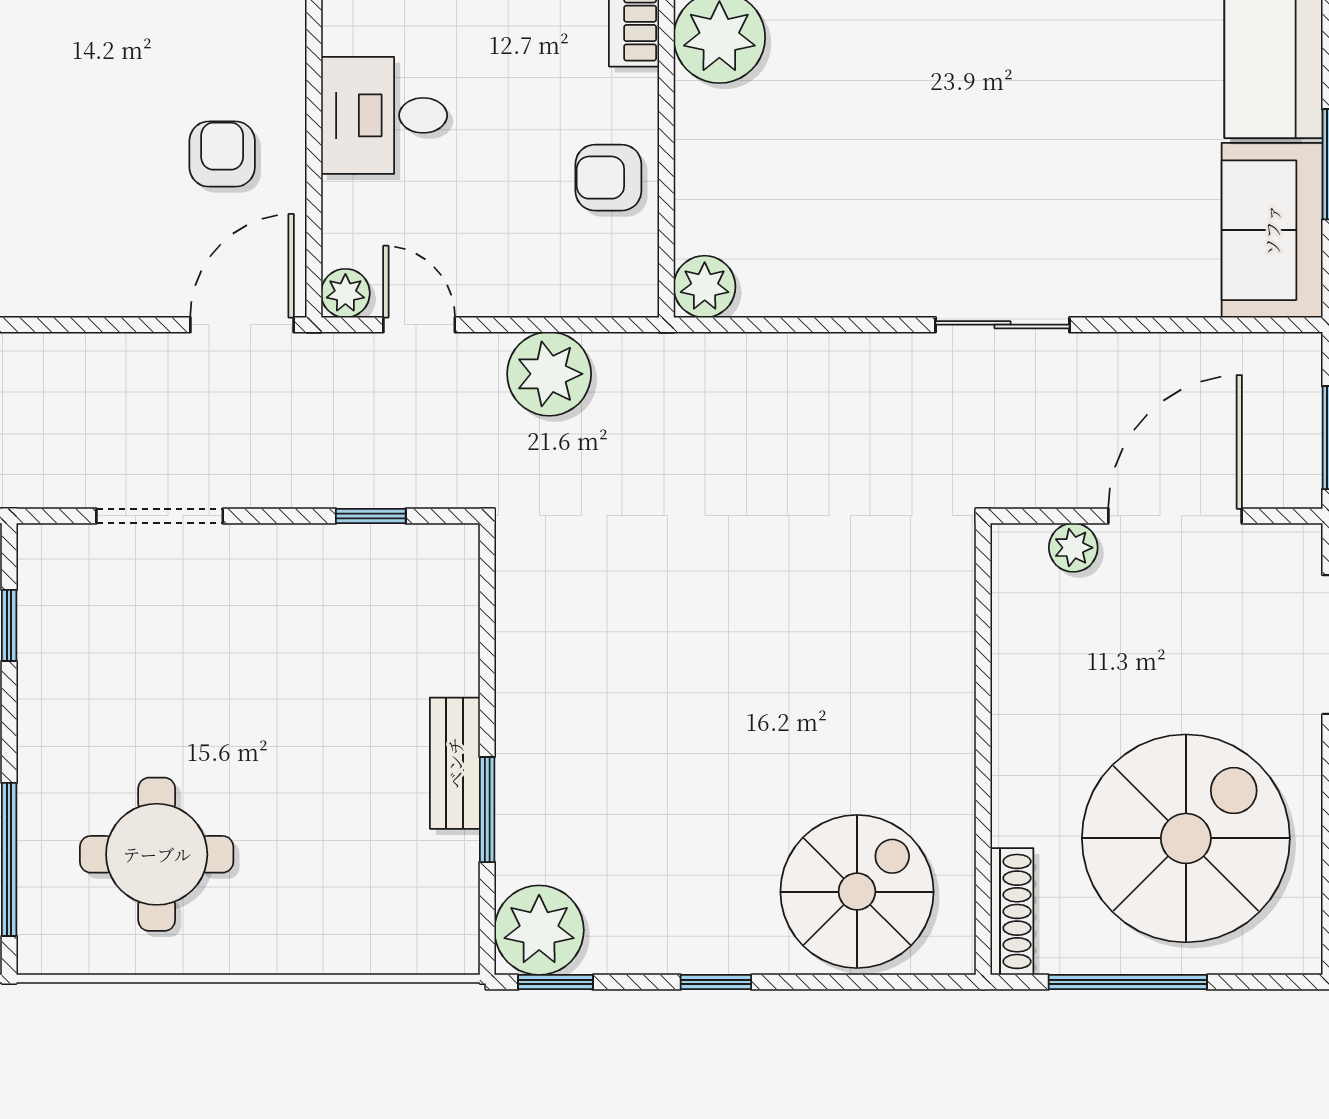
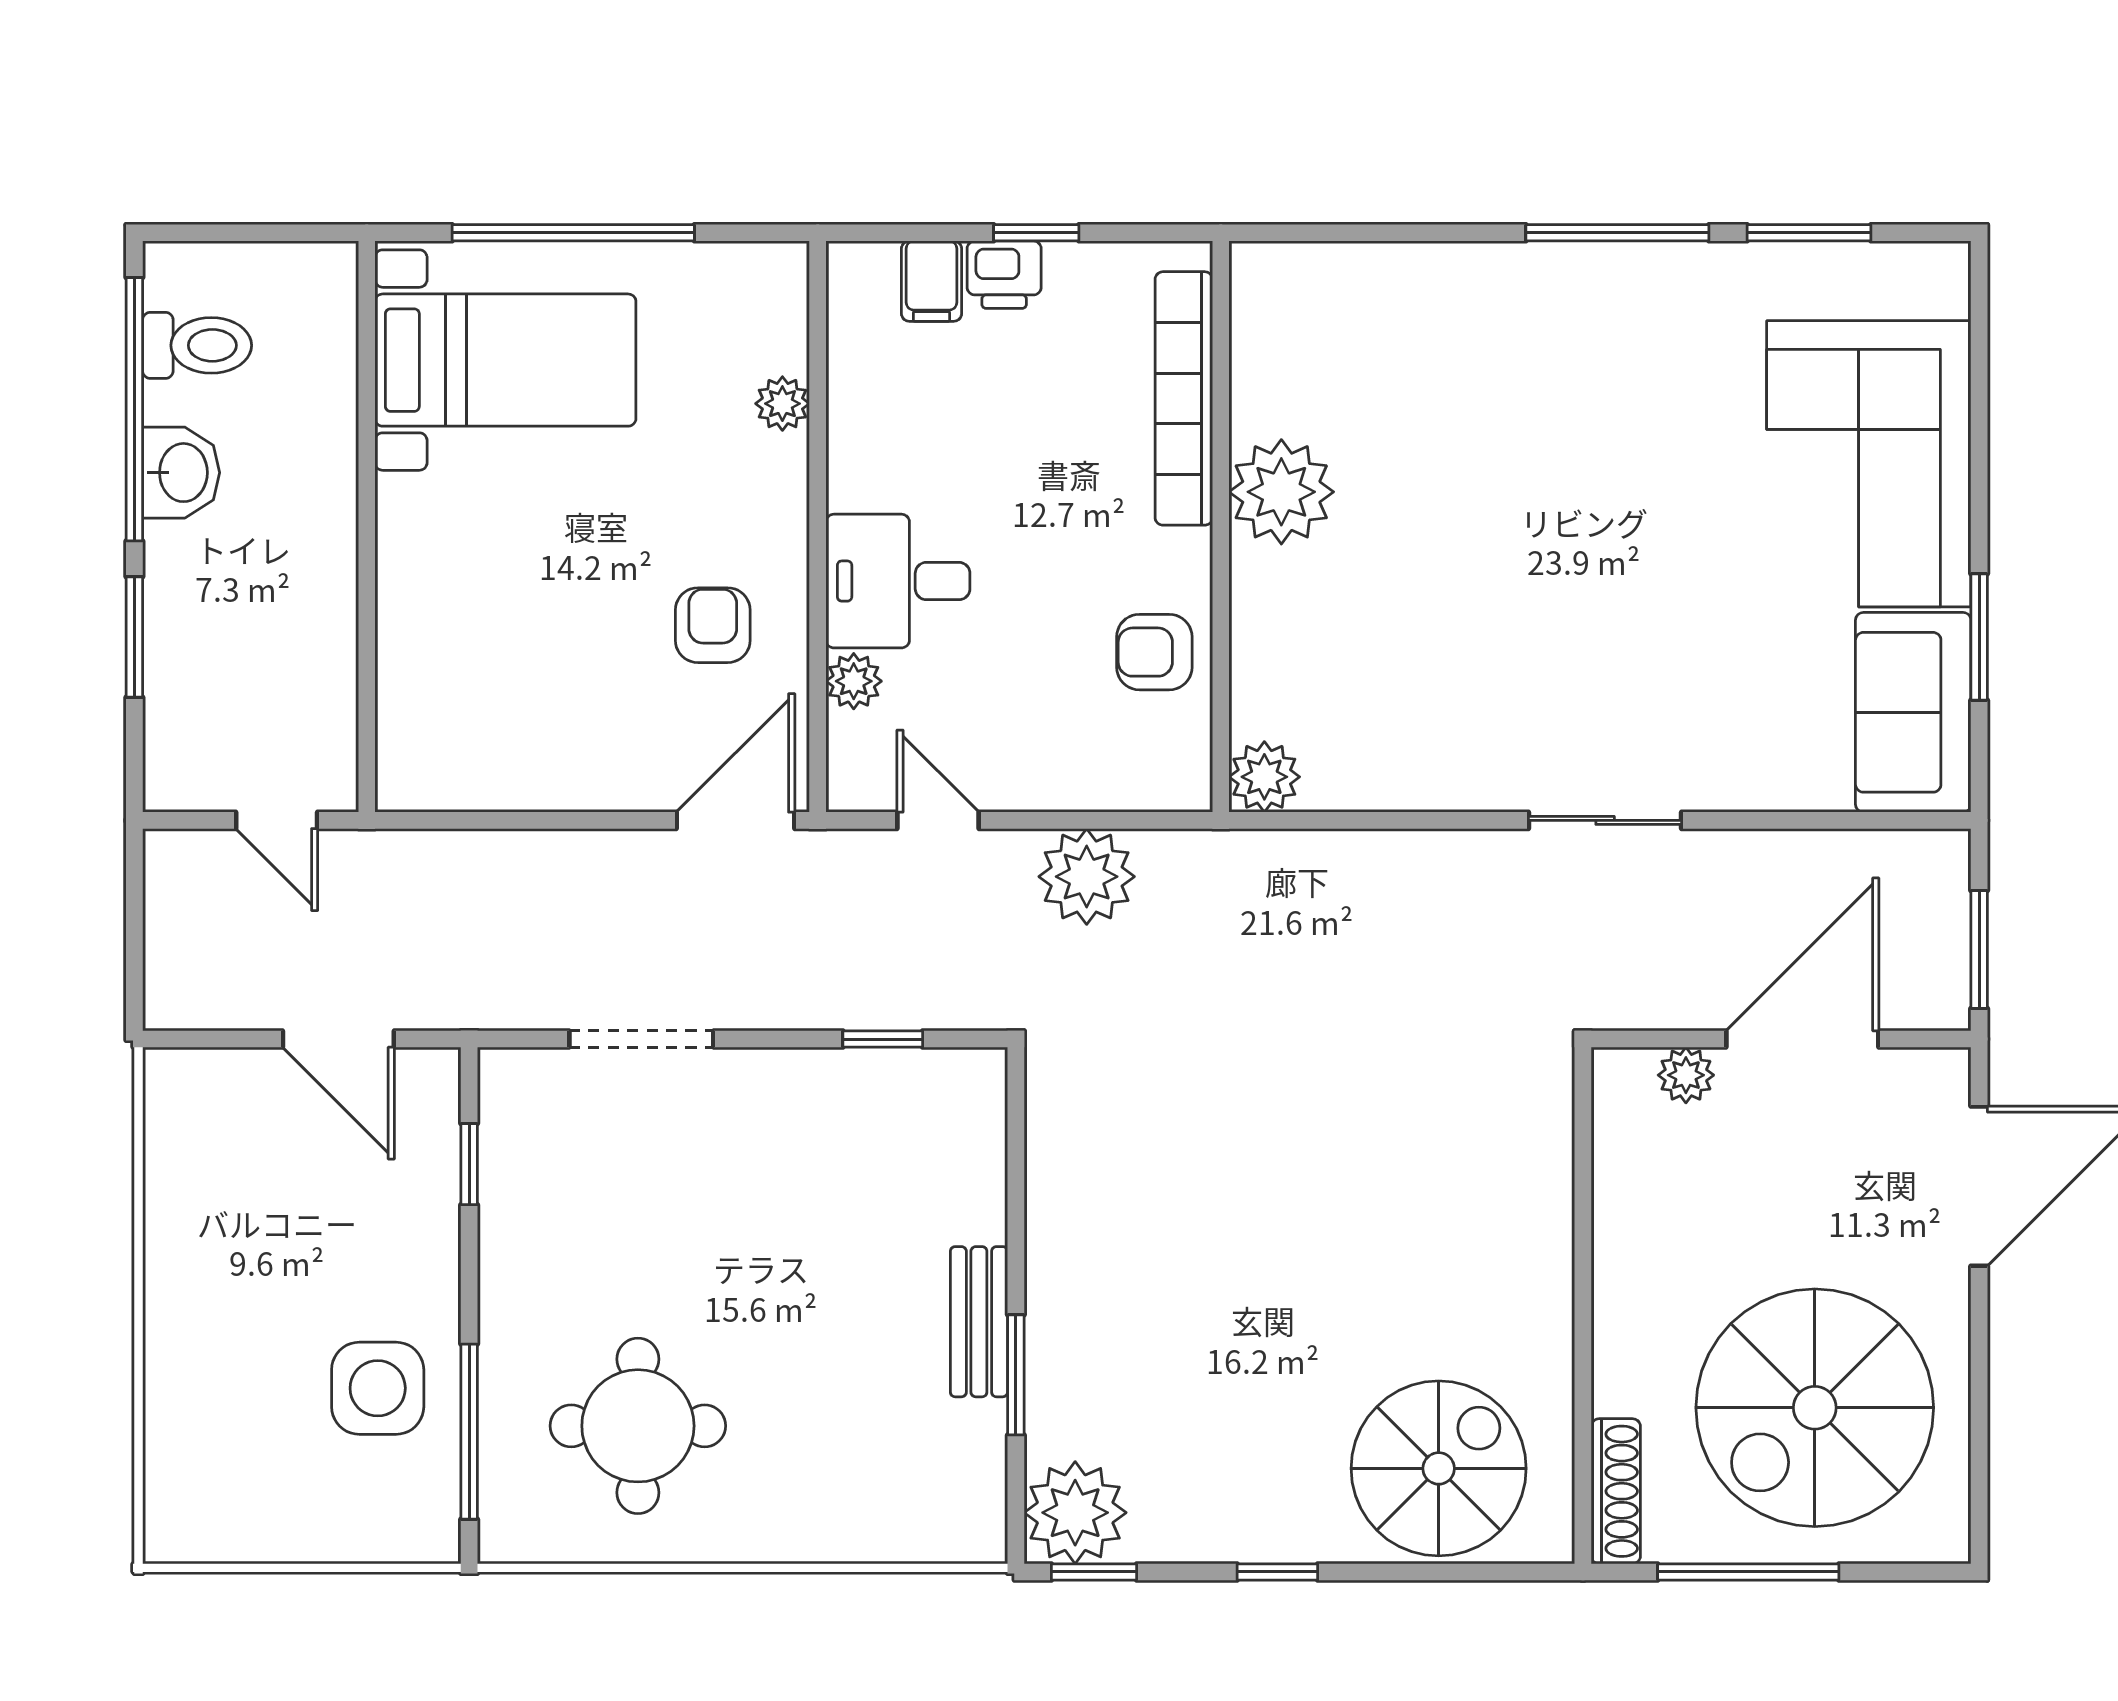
plant: (345, 293) -> (854, 681), moved
spiral stairs: (1186, 838) -> (1815, 1408), turned 180

